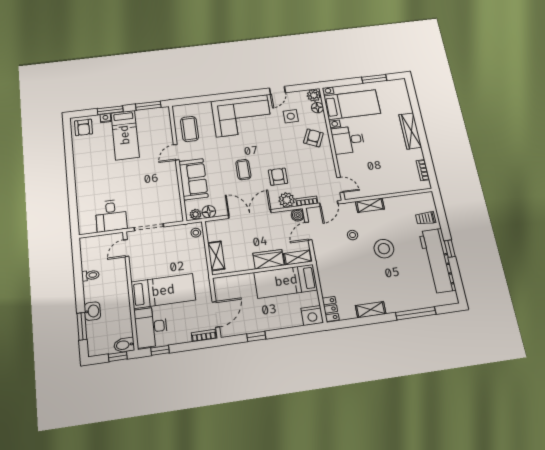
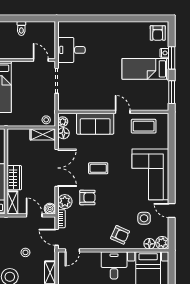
armchair: (84, 127) -> (158, 33), turned -90
shelving: (216, 256) -> (43, 134), moved

